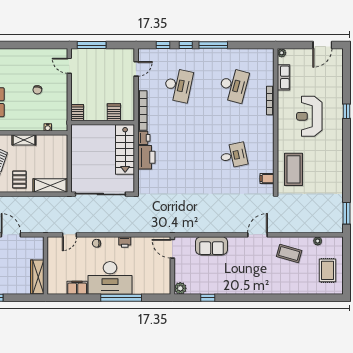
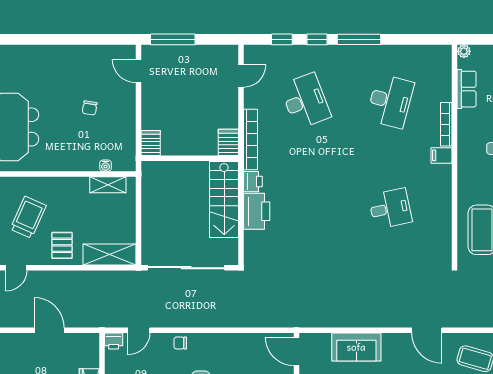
desk: (178, 85) -> (305, 101), turned -33
server rack: (114, 112) -> (228, 142), moved
shelving: (24, 140) -> (108, 185), moved
filing cabinet: (267, 179) -> (441, 155), moved
door: (257, 235) -> (427, 330), swing flipped
printer: (125, 242) -> (114, 341), moved

